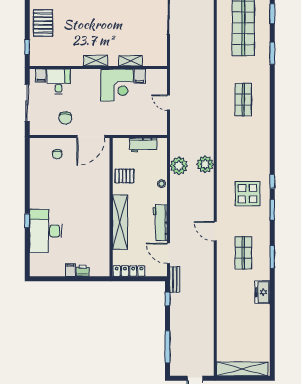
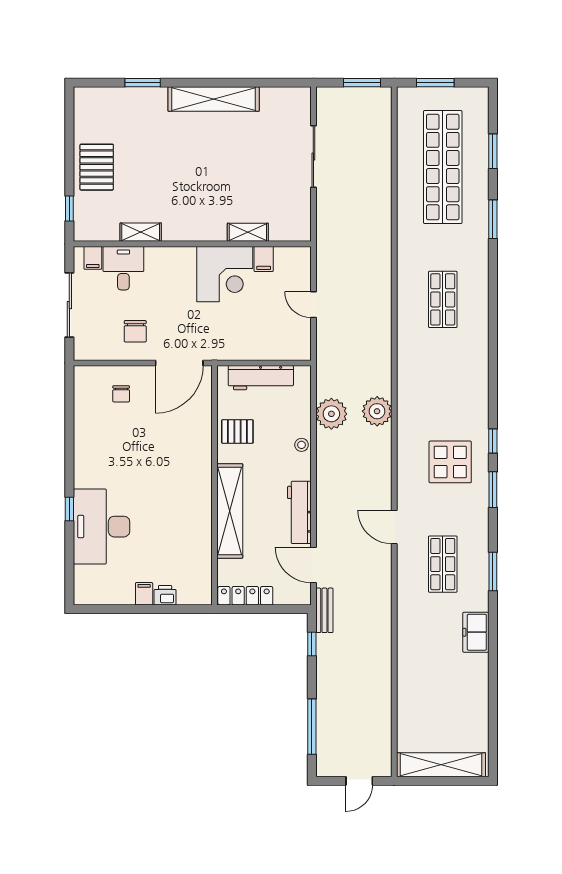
shelving: (96, 61) -> (141, 232), moved
workbench: (143, 145) -> (261, 378), width x1.38

